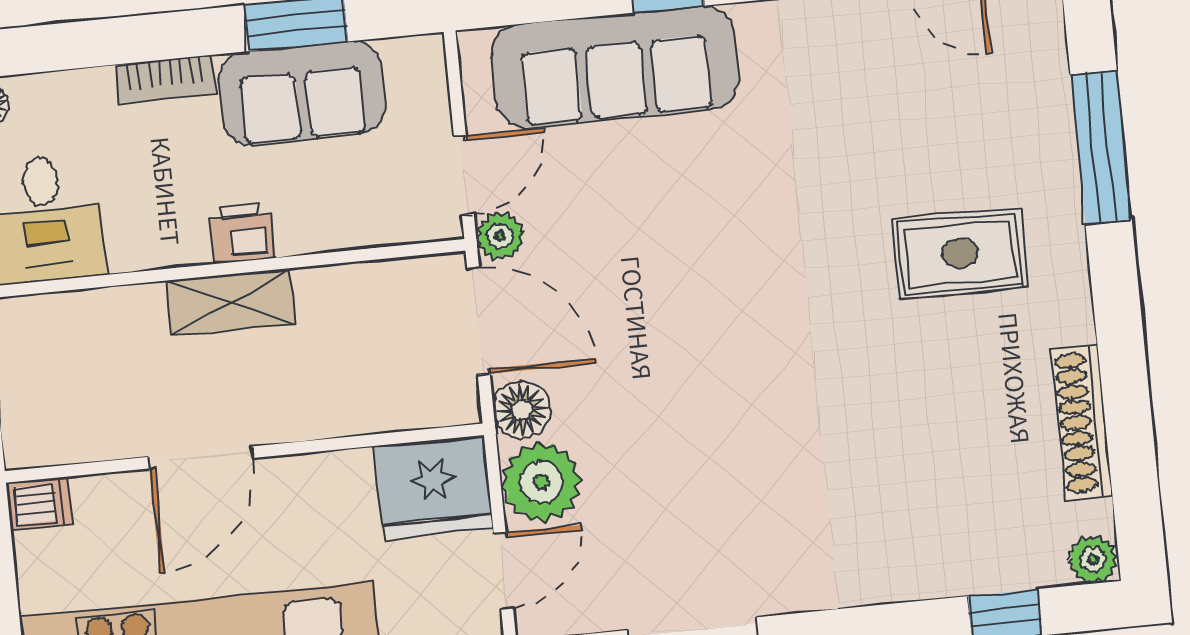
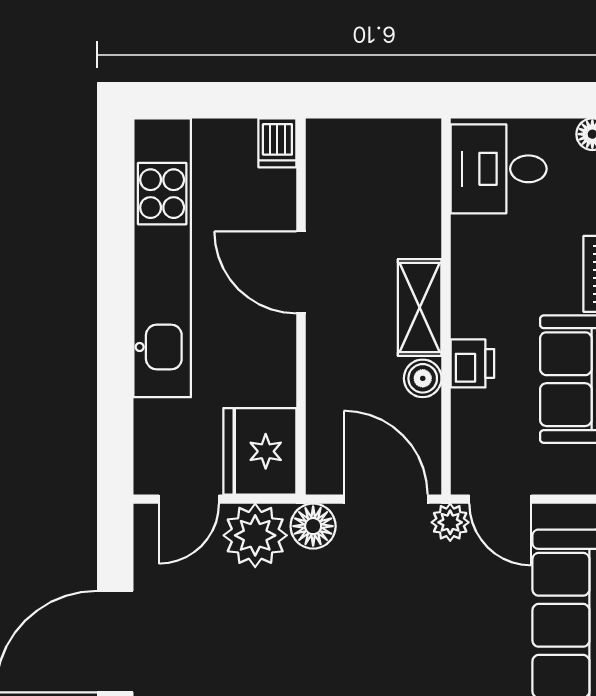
printer: (242, 233) -> (472, 363), moved
boiler: (320, 289) -> (423, 378), added
door: (478, 321) -> (386, 499), swing flipped
door: (503, 571) -> (189, 499), hinge flipped

